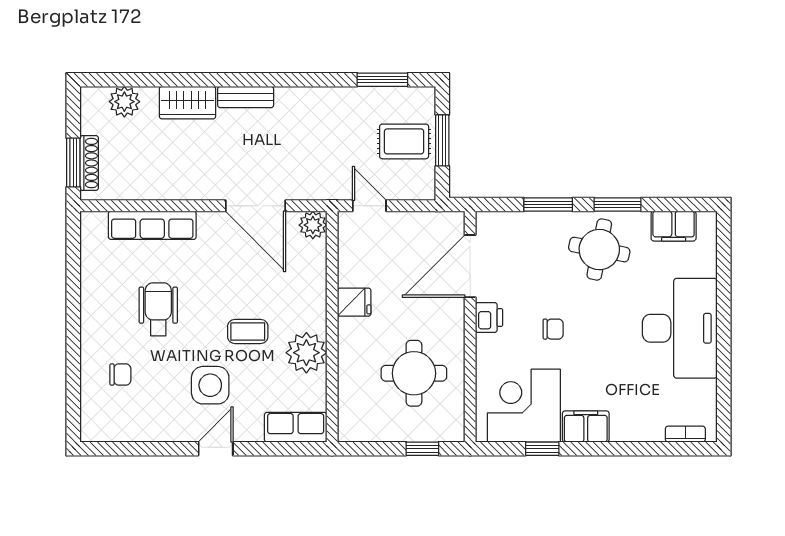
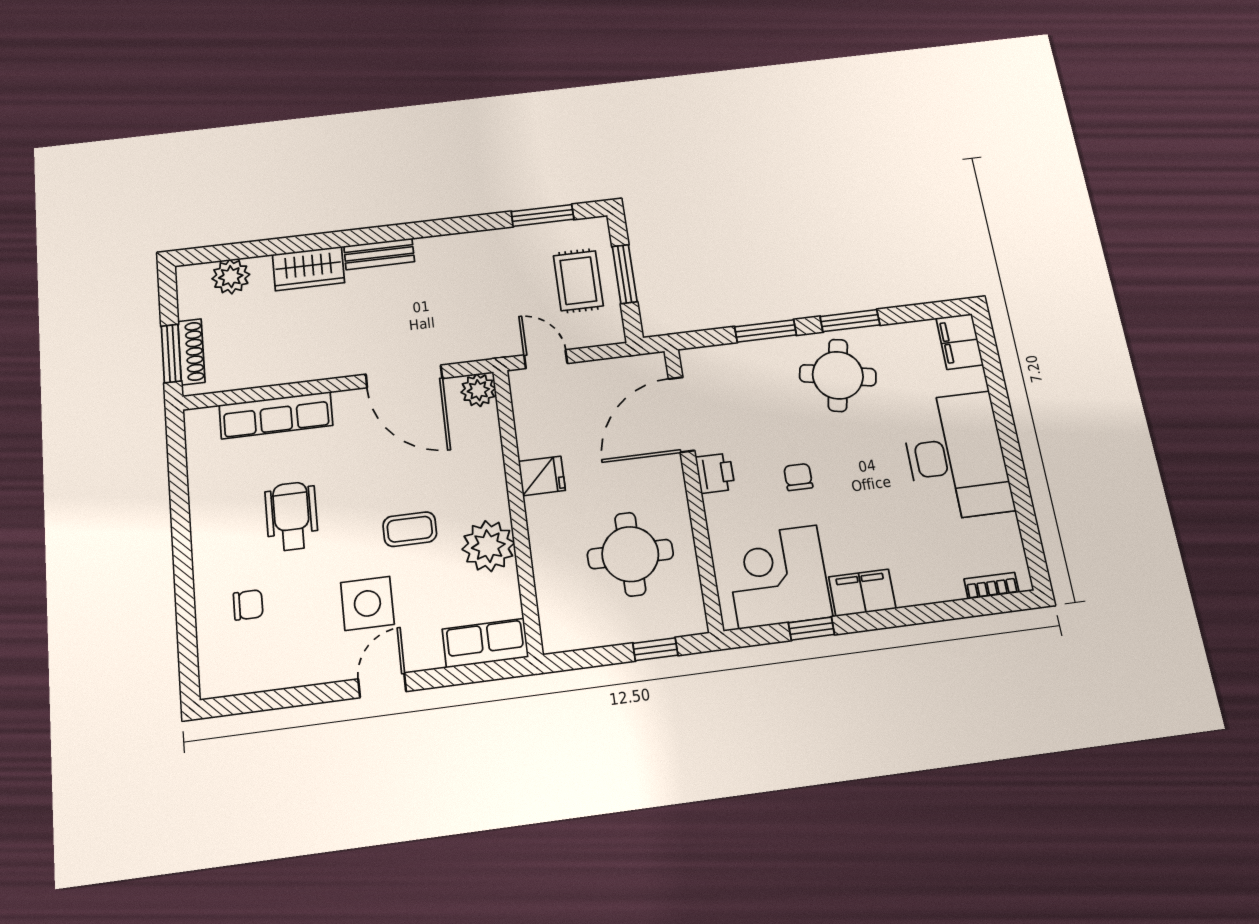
rug: (404, 141) -> (578, 281), turned 90
filing cabinet: (674, 226) -> (959, 341), moved, turned 90
chair: (553, 329) -> (798, 477), turned -90

